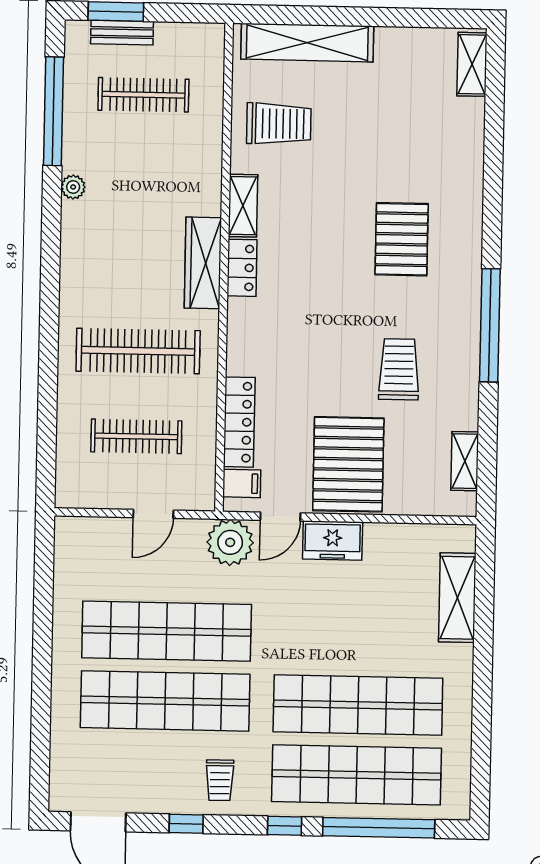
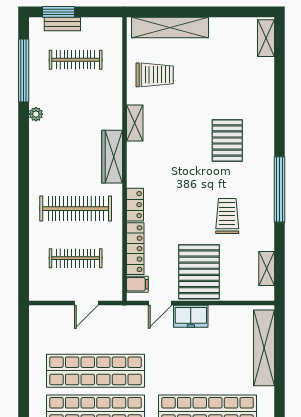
locker: (242, 268) -> (135, 205), moved
plant: (230, 542) -> (131, 319), removed
shelving: (457, 598) -> (264, 348), width x1.47

